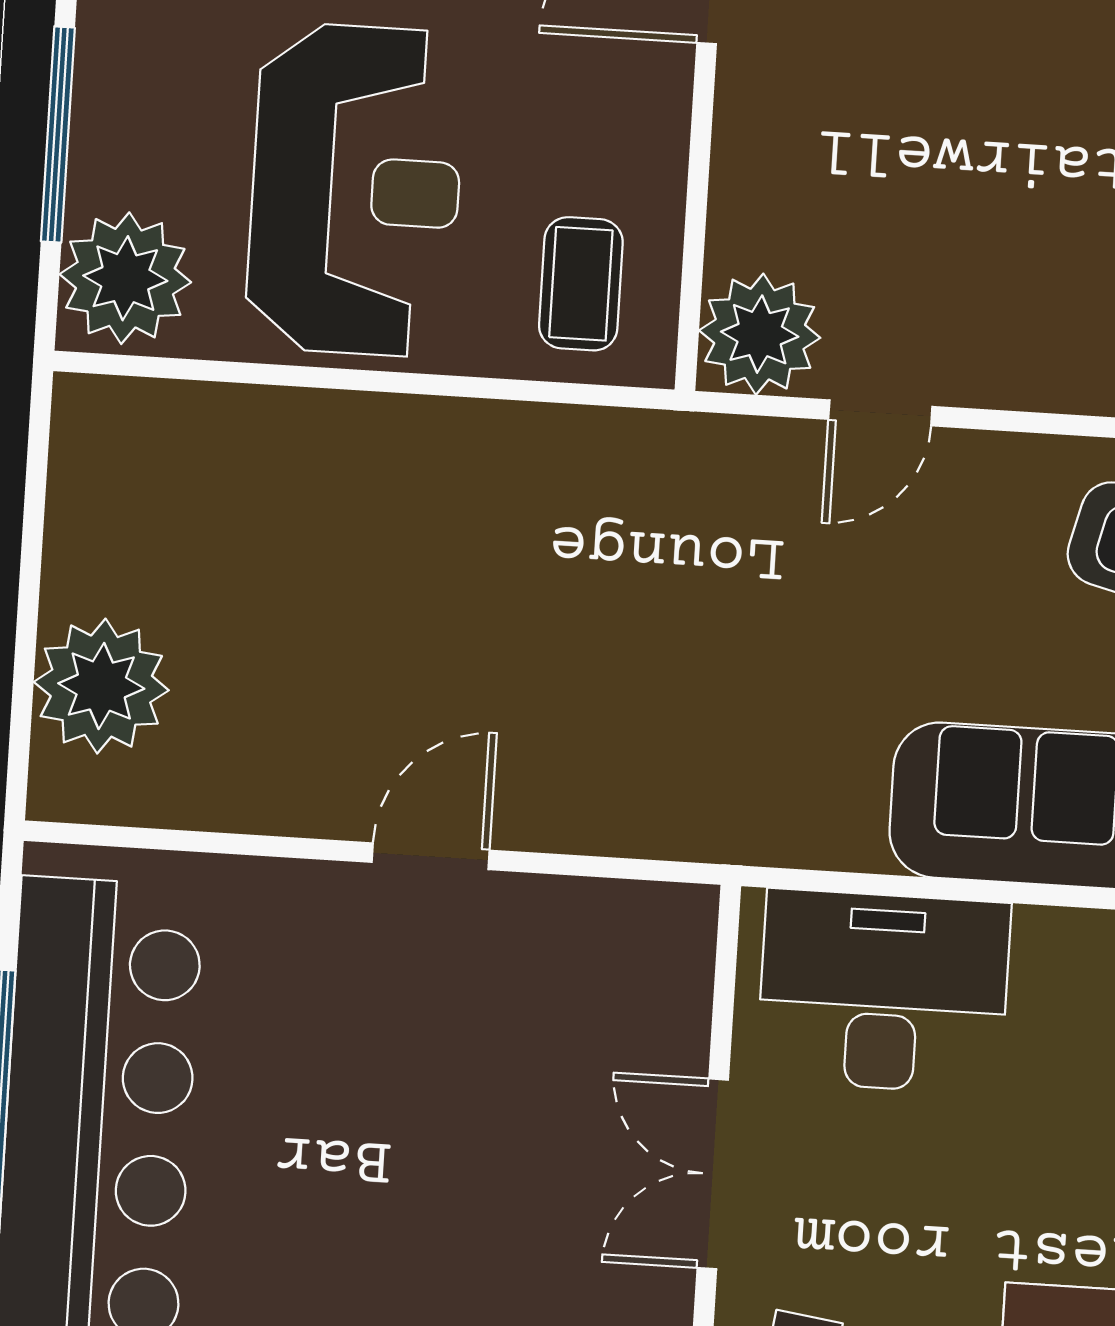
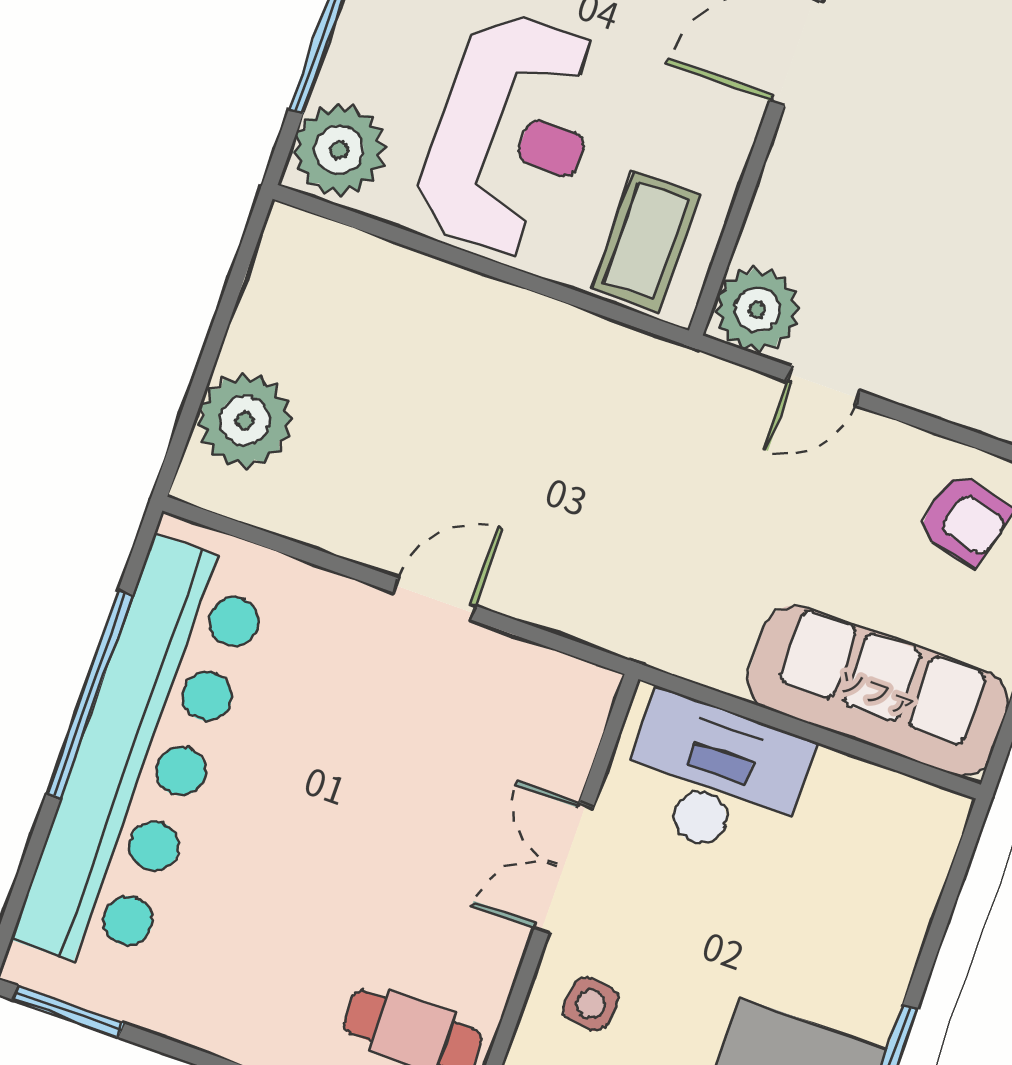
coffee table: (581, 284) -> (646, 241), width x1.36, depth x1.30

